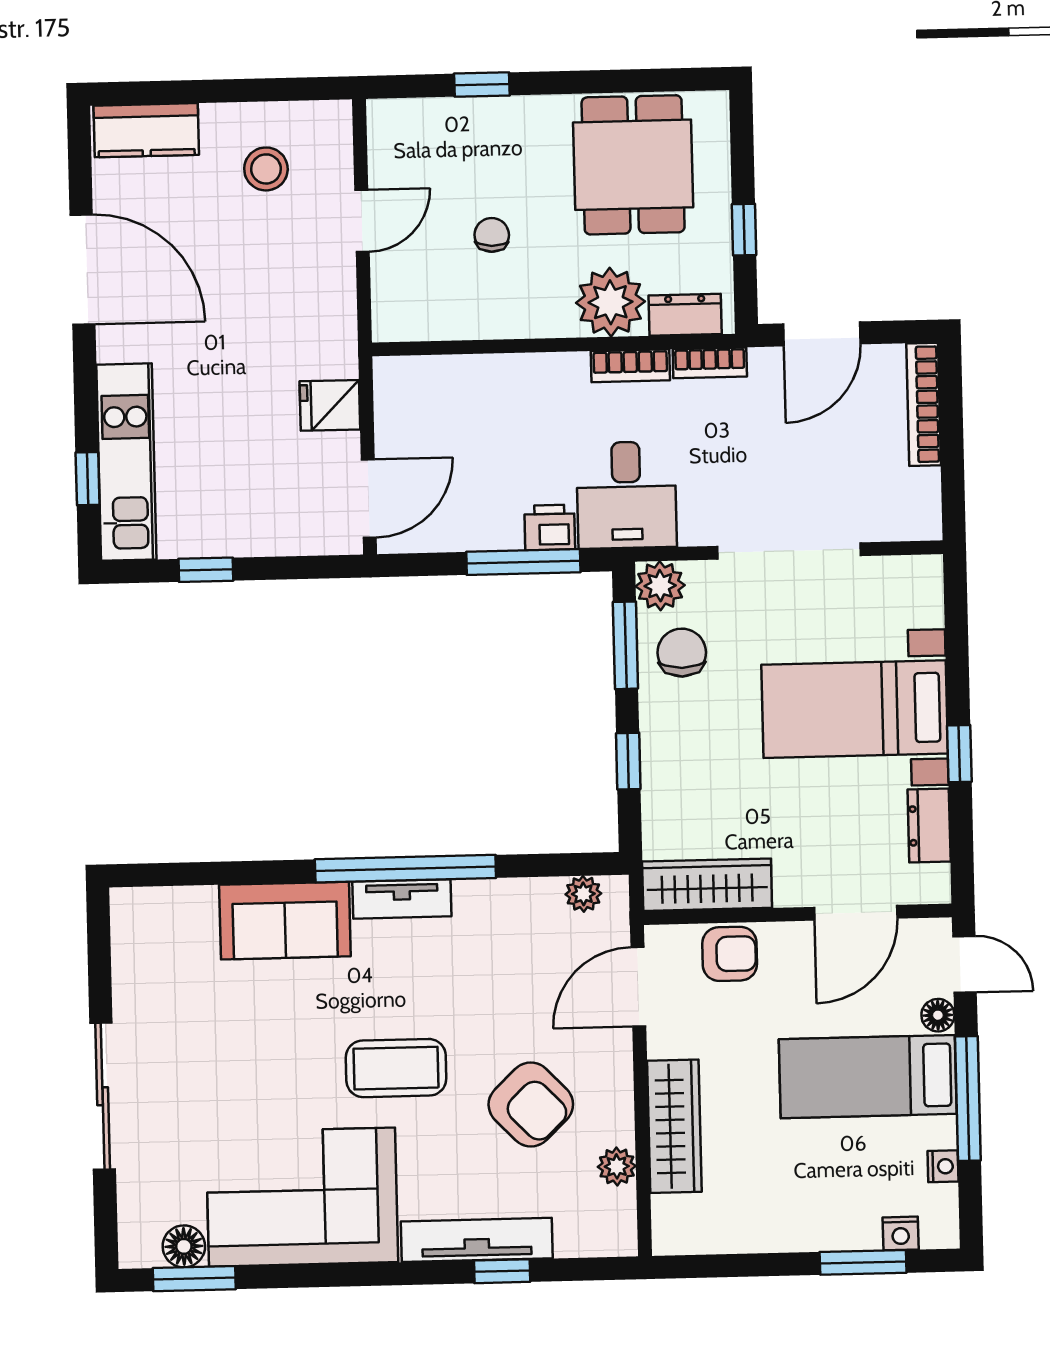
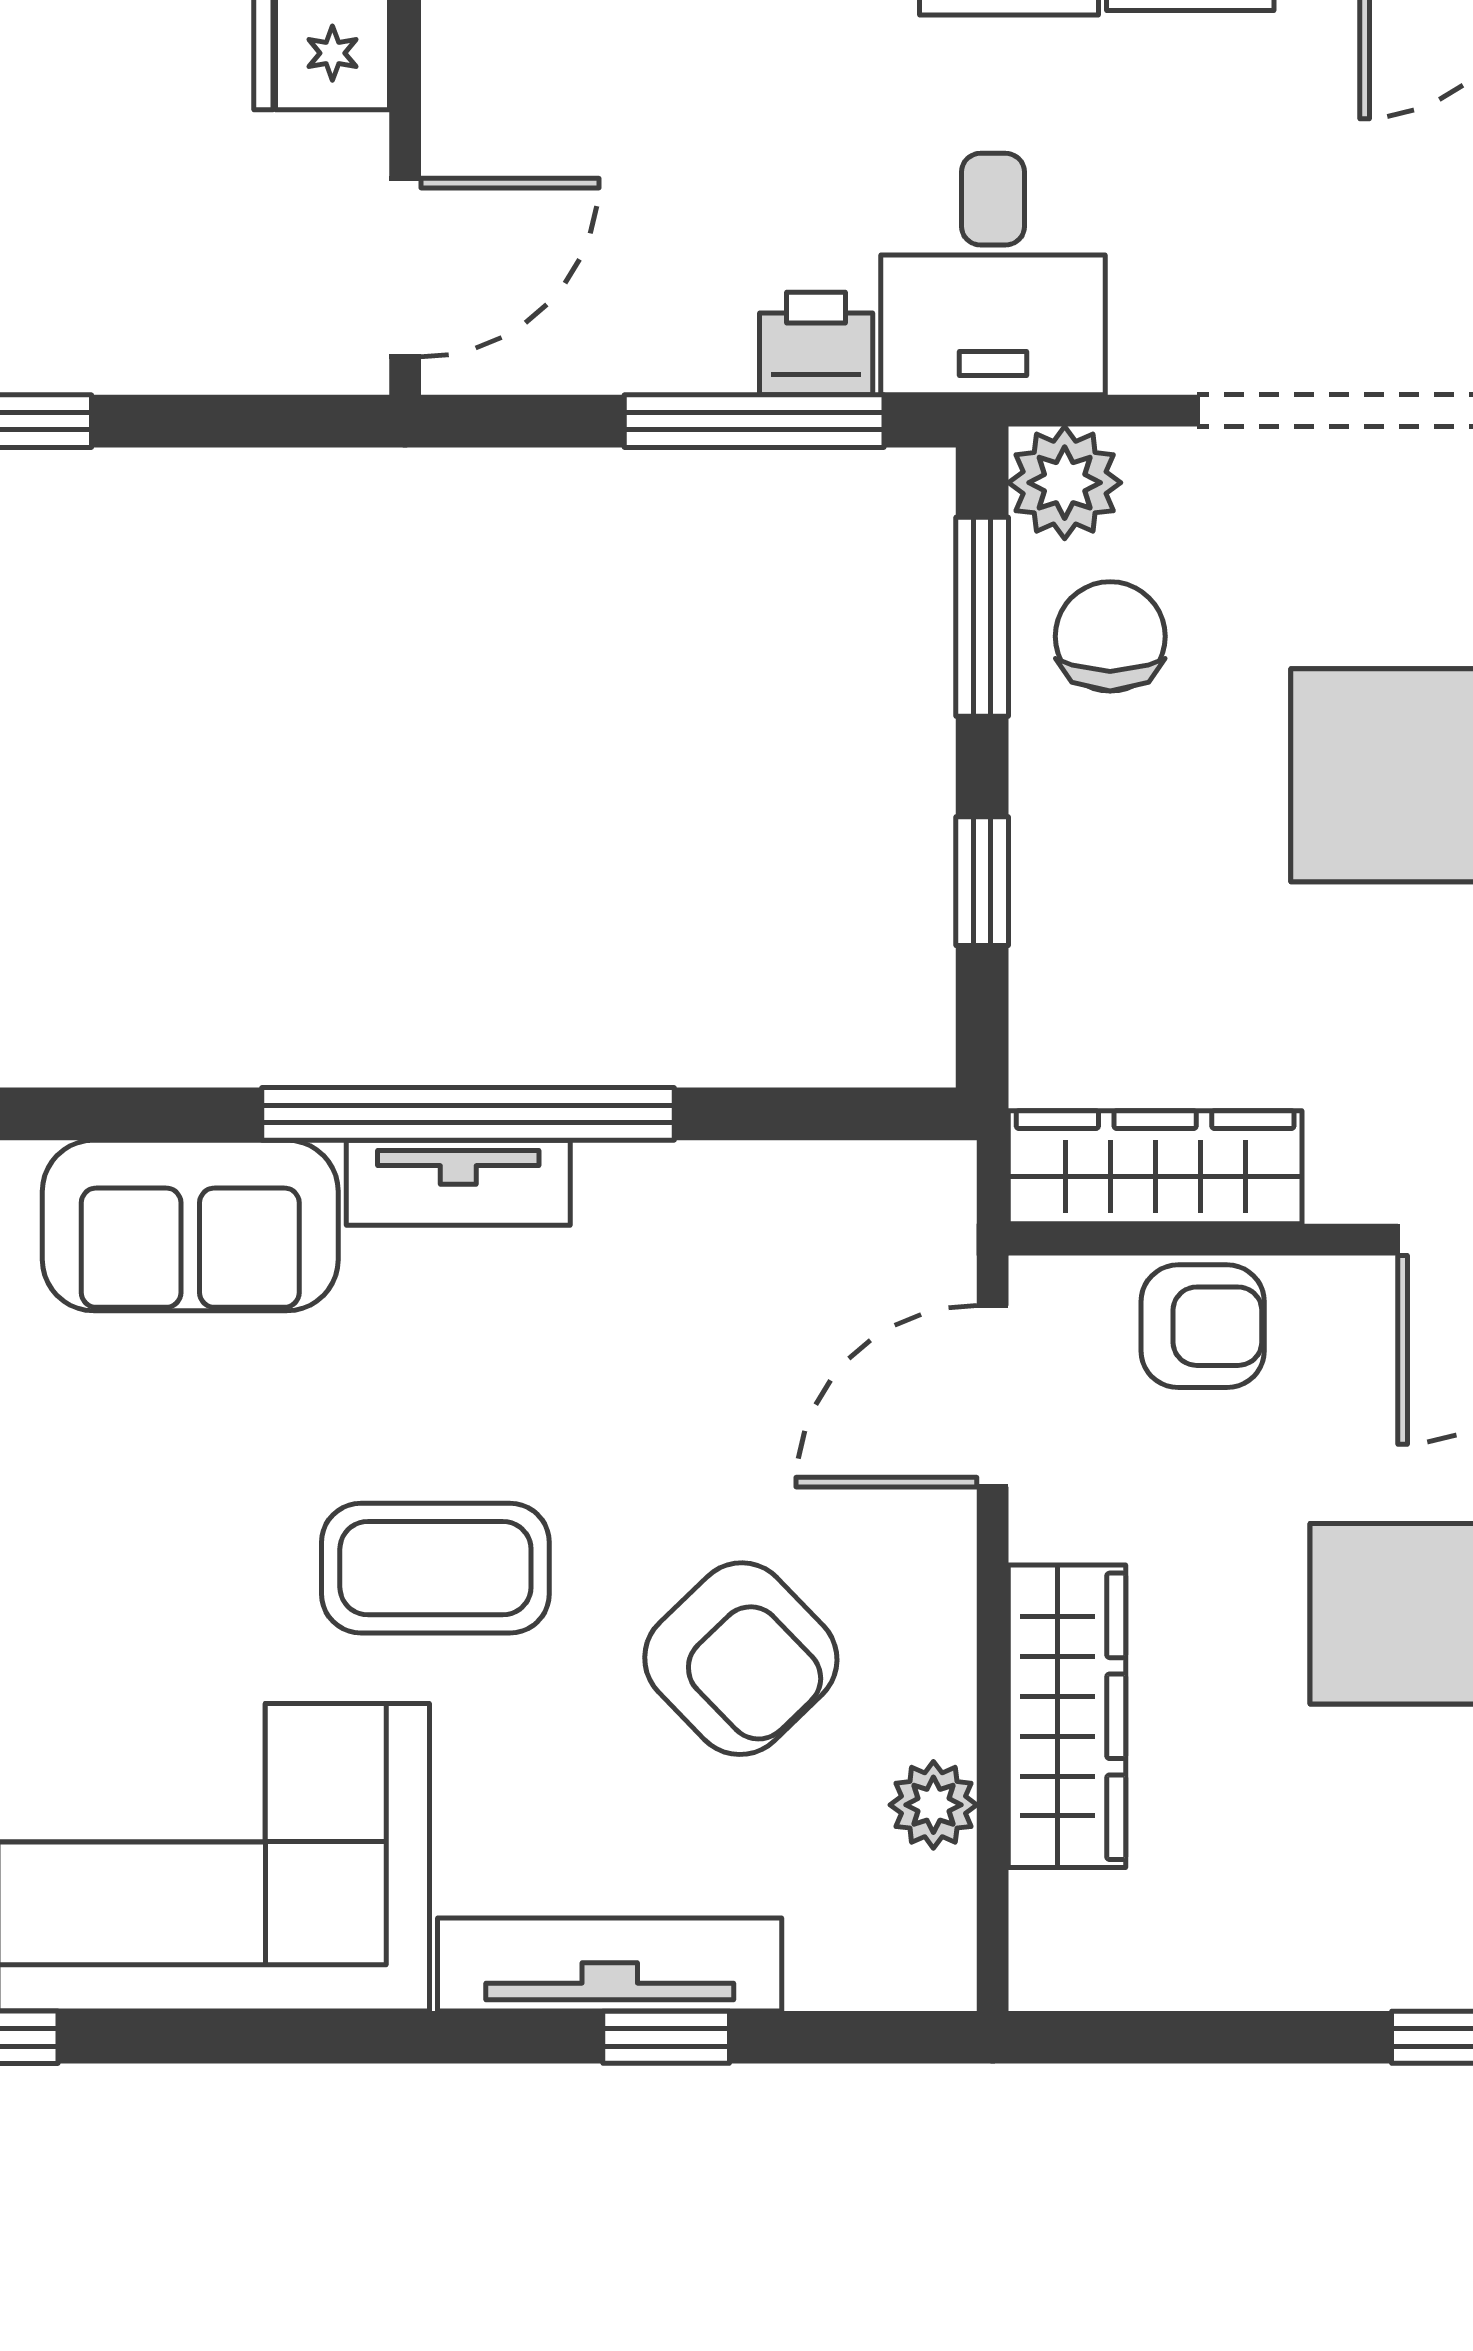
plant: (583, 894) -> (872, 1181), removed

